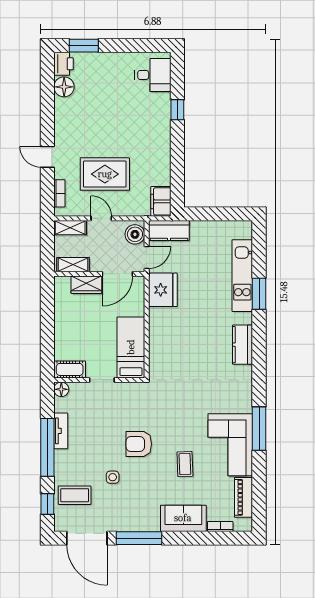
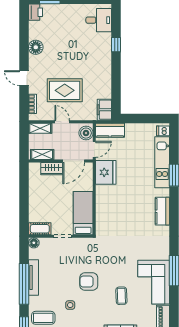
floor lamp: (64, 87) -> (36, 47), moved
dishwasher: (243, 231) -> (163, 131), added
tv unit: (61, 431) -> (33, 277), width x1.41

